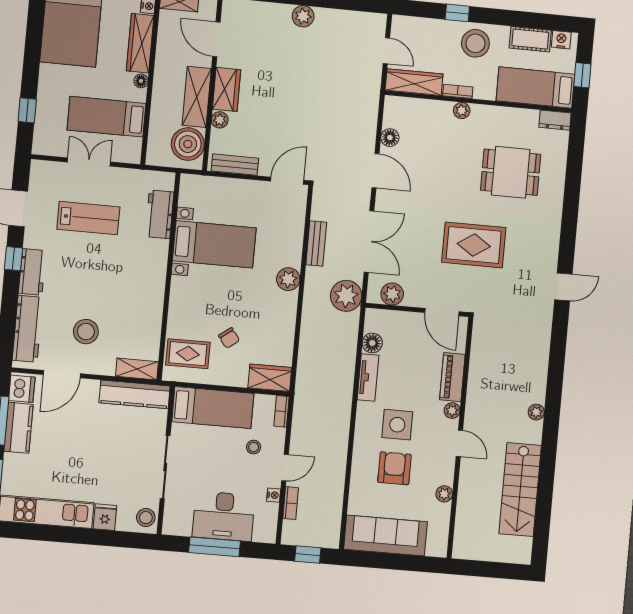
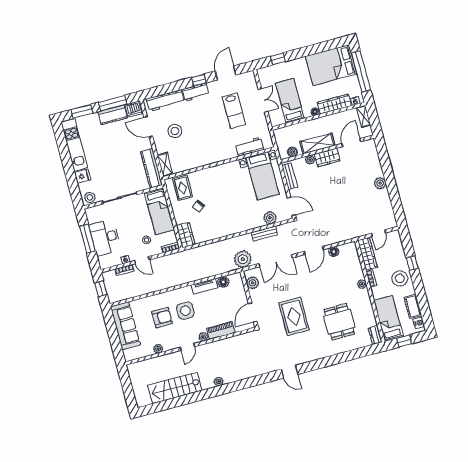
boiler: (188, 144) -> (292, 152), width x0.54, depth x0.54
bed with nightstands: (214, 244) -> (262, 176), moved
plant: (288, 279) -> (270, 218), moved

